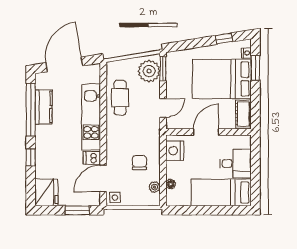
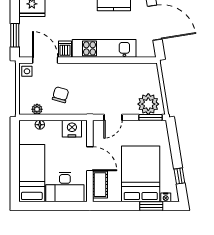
cafe table: (120, 98) -> (123, 76), removed
door: (163, 108) -> (113, 117), hinge flipped
cot: (243, 114) -> (100, 185), moved, turned 90
chair: (139, 163) -> (60, 95), turned -74
desk: (236, 163) -> (65, 187), width x1.37

